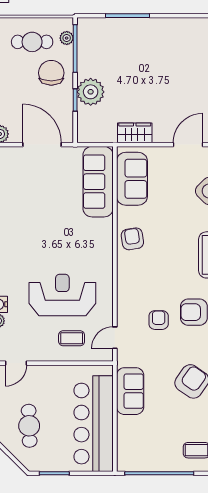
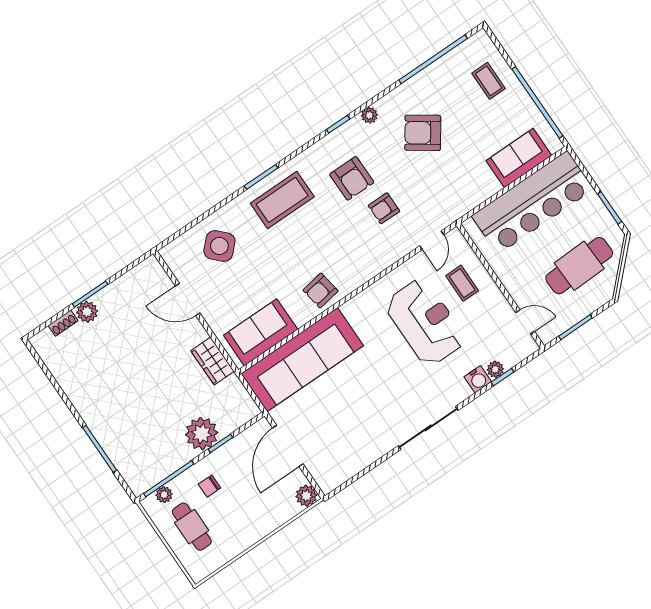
chair: (51, 73) -> (210, 486), width x0.54, depth x0.54
sofa: (98, 182) -> (302, 360), width x1.36, depth x1.27
reception desk: (62, 295) -> (425, 322), turned 180
door: (115, 338) -> (432, 240), hinge flipped
sofa: (130, 391) -> (519, 158), moved
cafe table: (29, 426) -> (579, 266), width x1.37, depth x1.35

